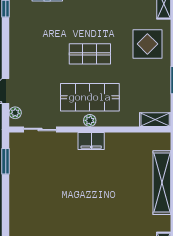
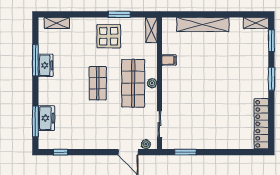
display table: (147, 44) -> (109, 36), moved
filing cabinet: (91, 141) -> (169, 60), moved, width x0.50

